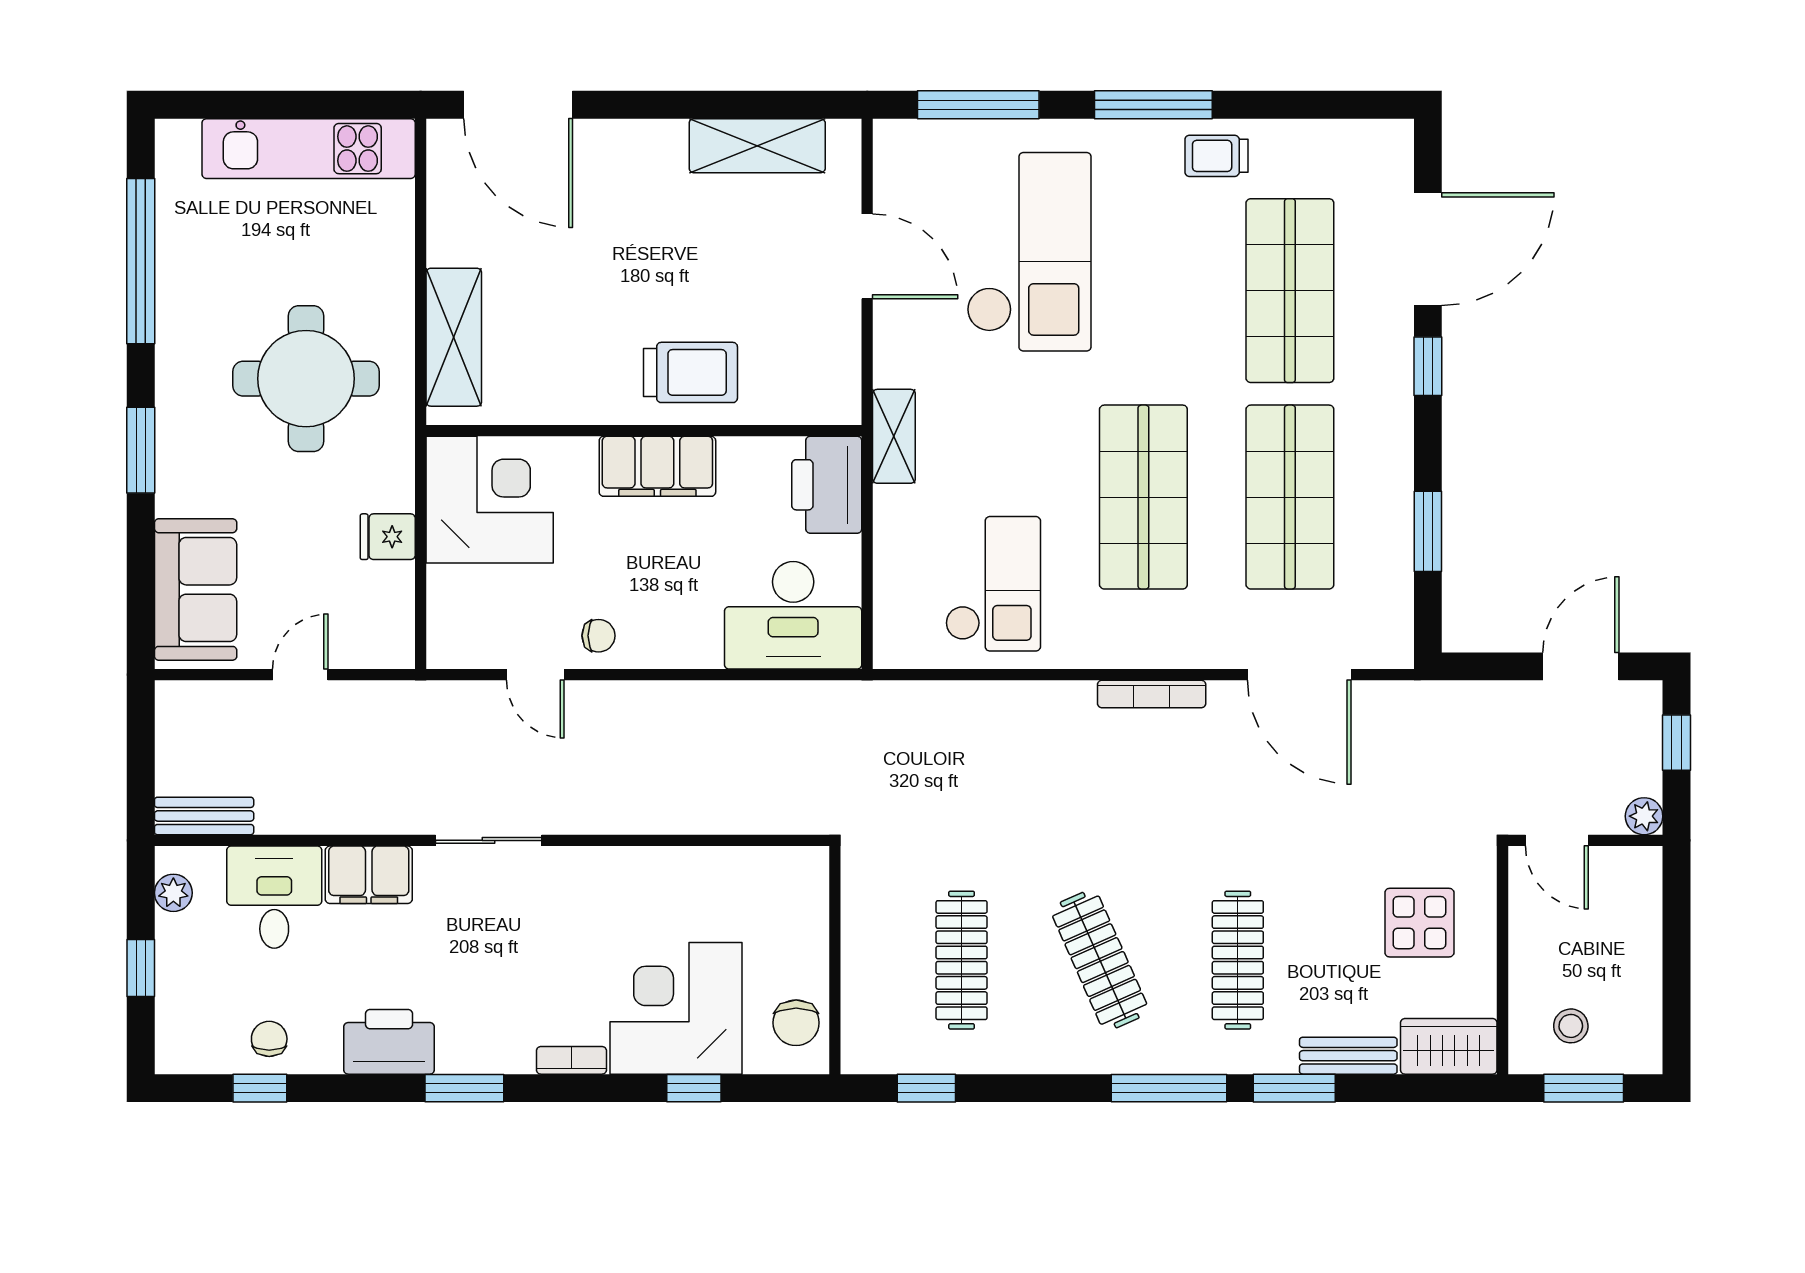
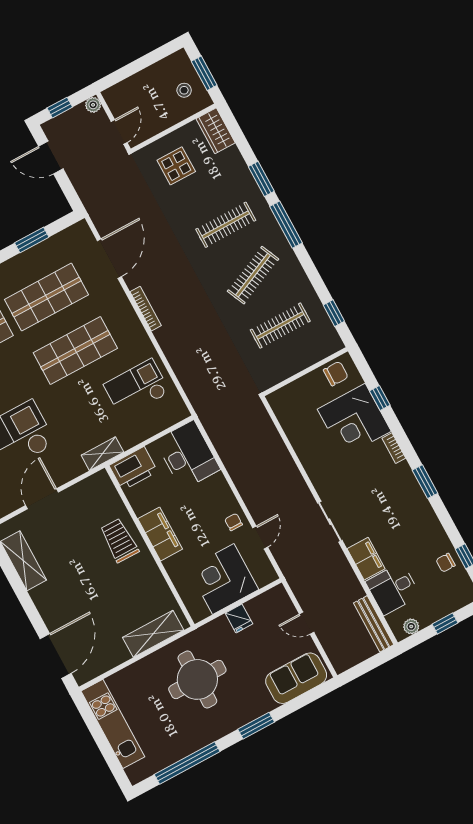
corner desk: (490, 500) -> (223, 579), moved
bench: (204, 816) -> (374, 624), width x1.36
printer: (389, 1042) -> (423, 518), removed
bench: (1348, 1056) -> (239, 166), removed

